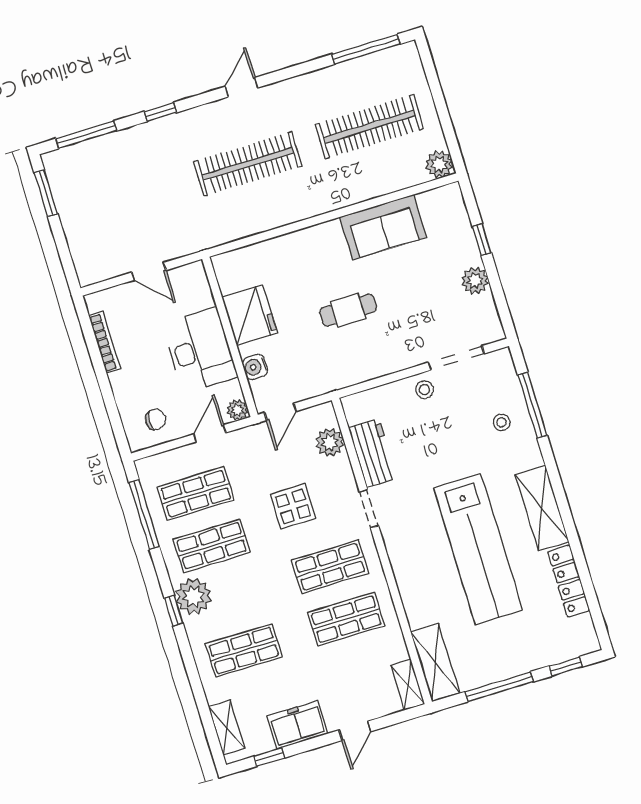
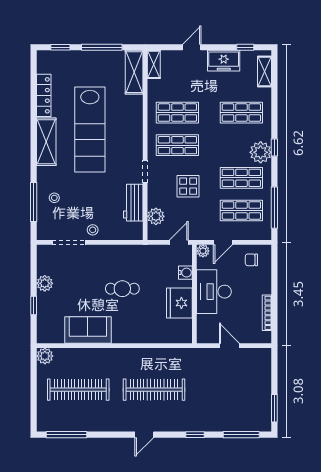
lab bench: (478, 549) -> (90, 130), turned 180

